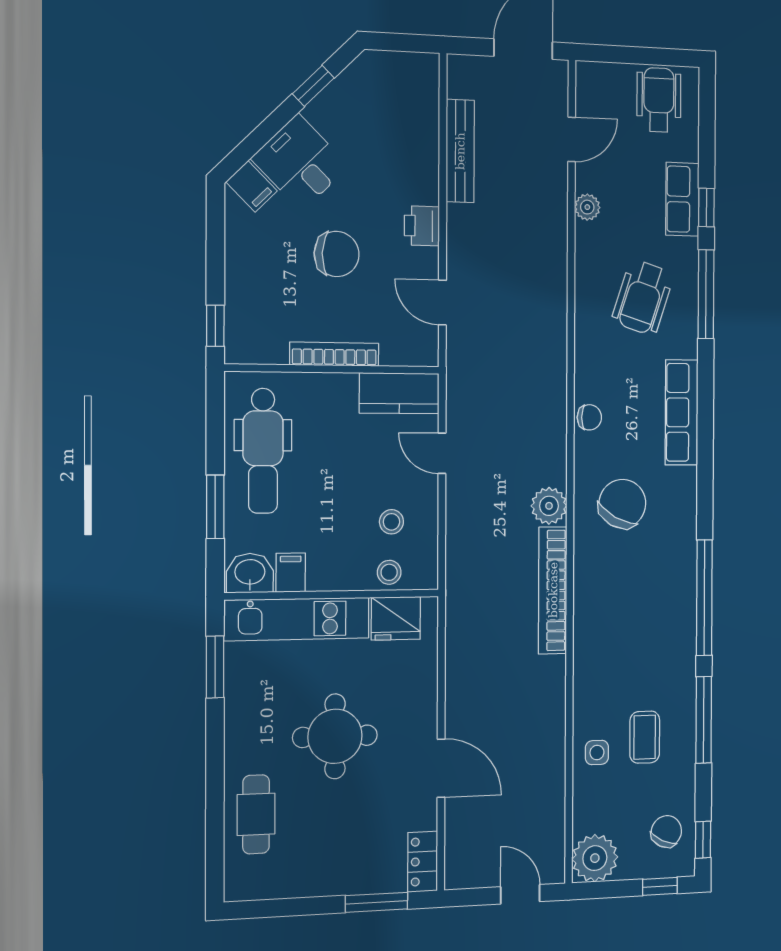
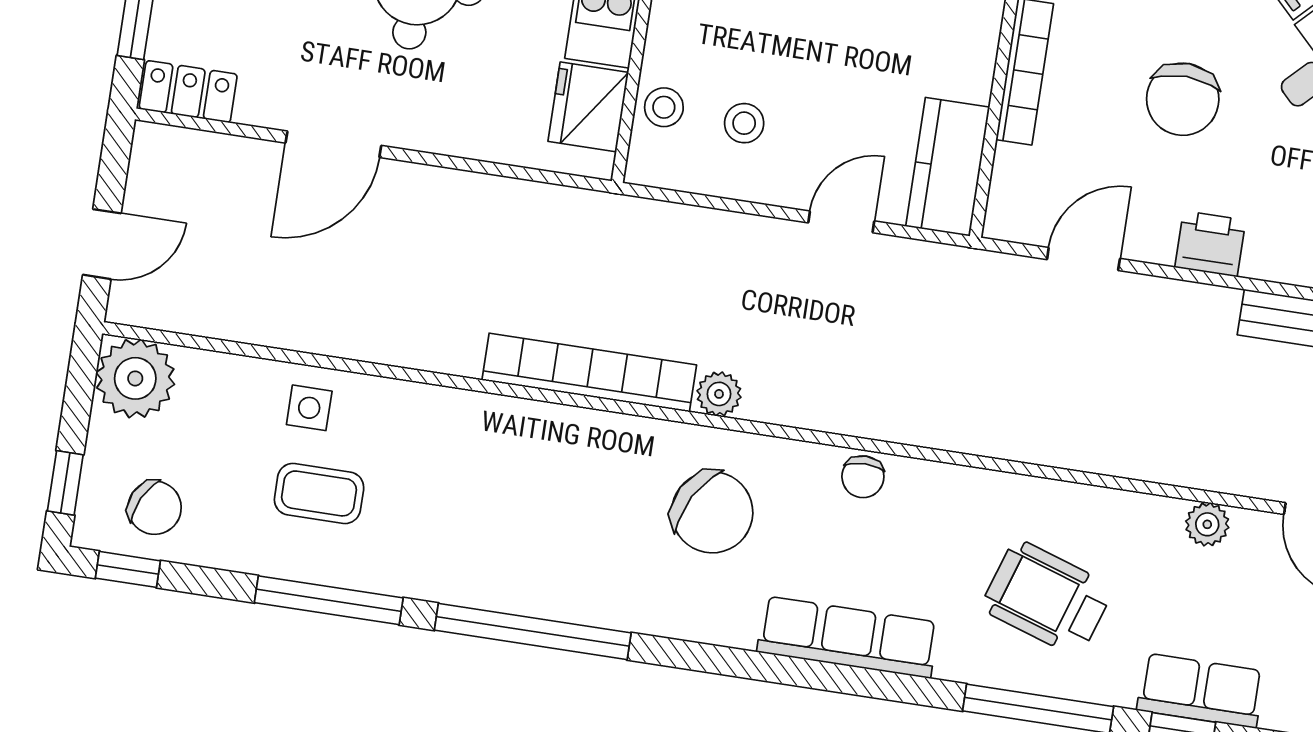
plant: (549, 506) -> (719, 394), width x0.73, depth x0.73

